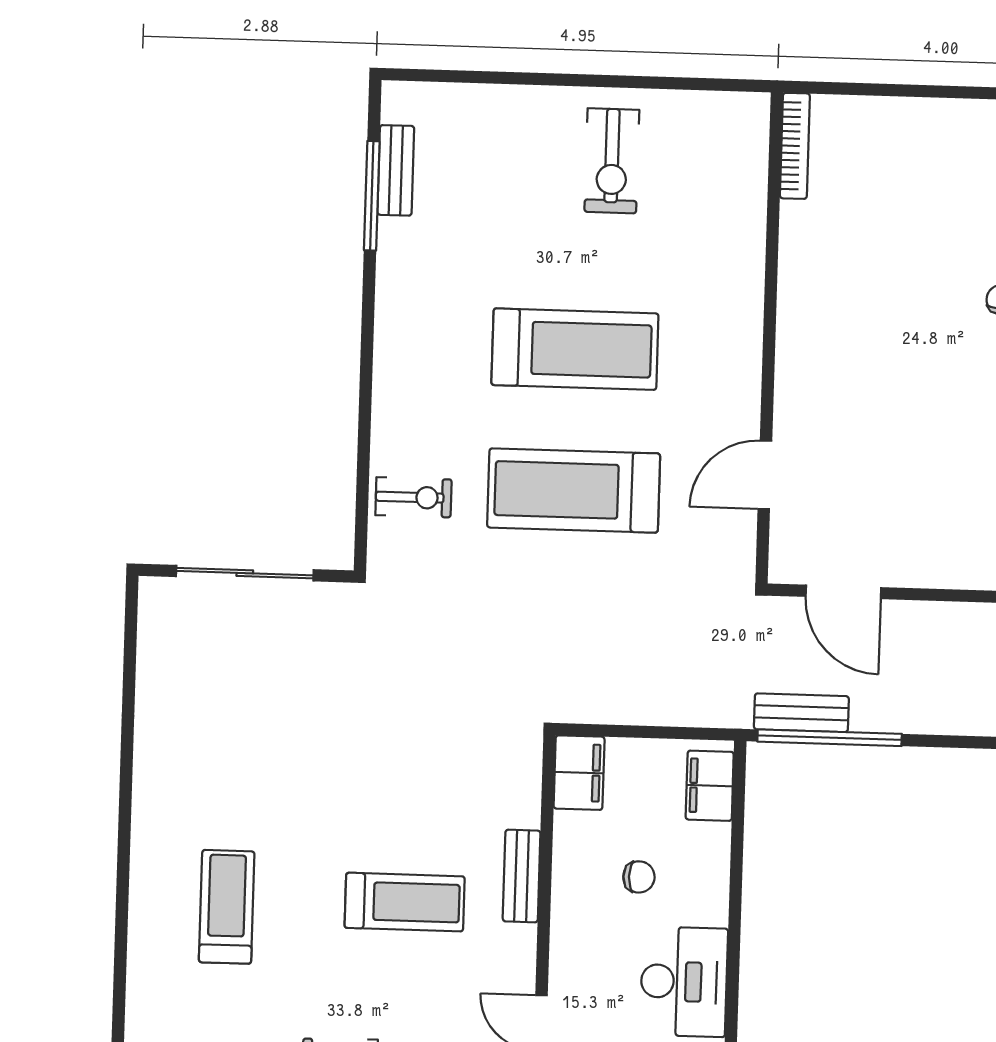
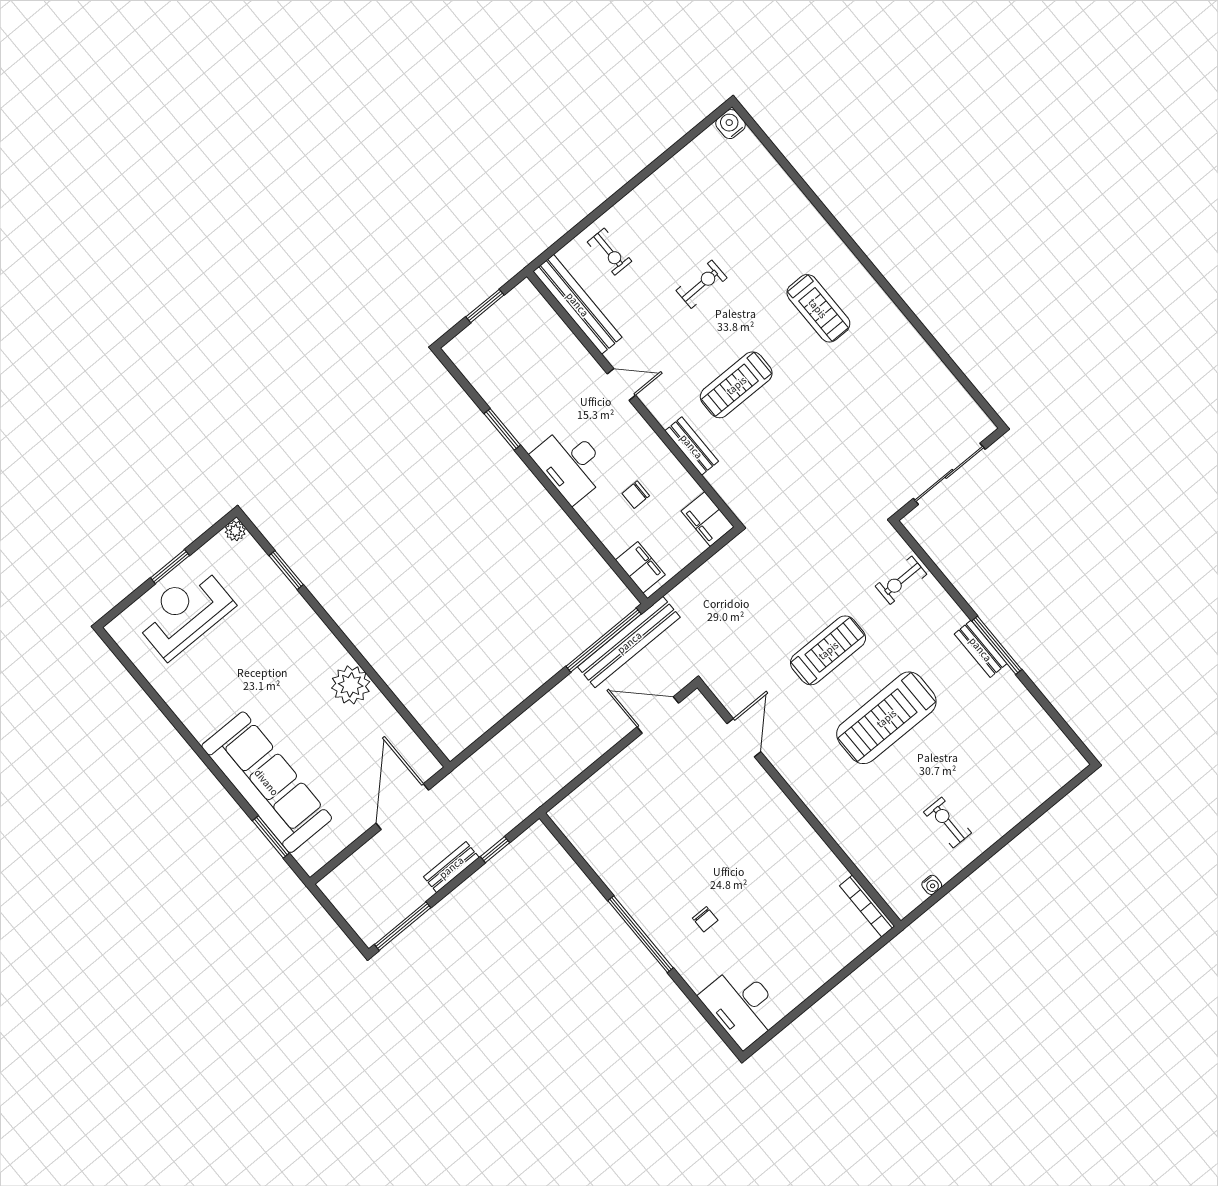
water cooler: (696, 103) -> (932, 885), added
exercise bike: (612, 161) -> (948, 822), width x0.73, depth x0.72
bench: (396, 170) -> (981, 649), moved
window: (372, 196) -> (997, 645), moved
treadmill: (574, 490) -> (828, 650), width x0.73, depth x0.73
bench: (801, 713) -> (629, 642), width x1.86, depth x1.21

